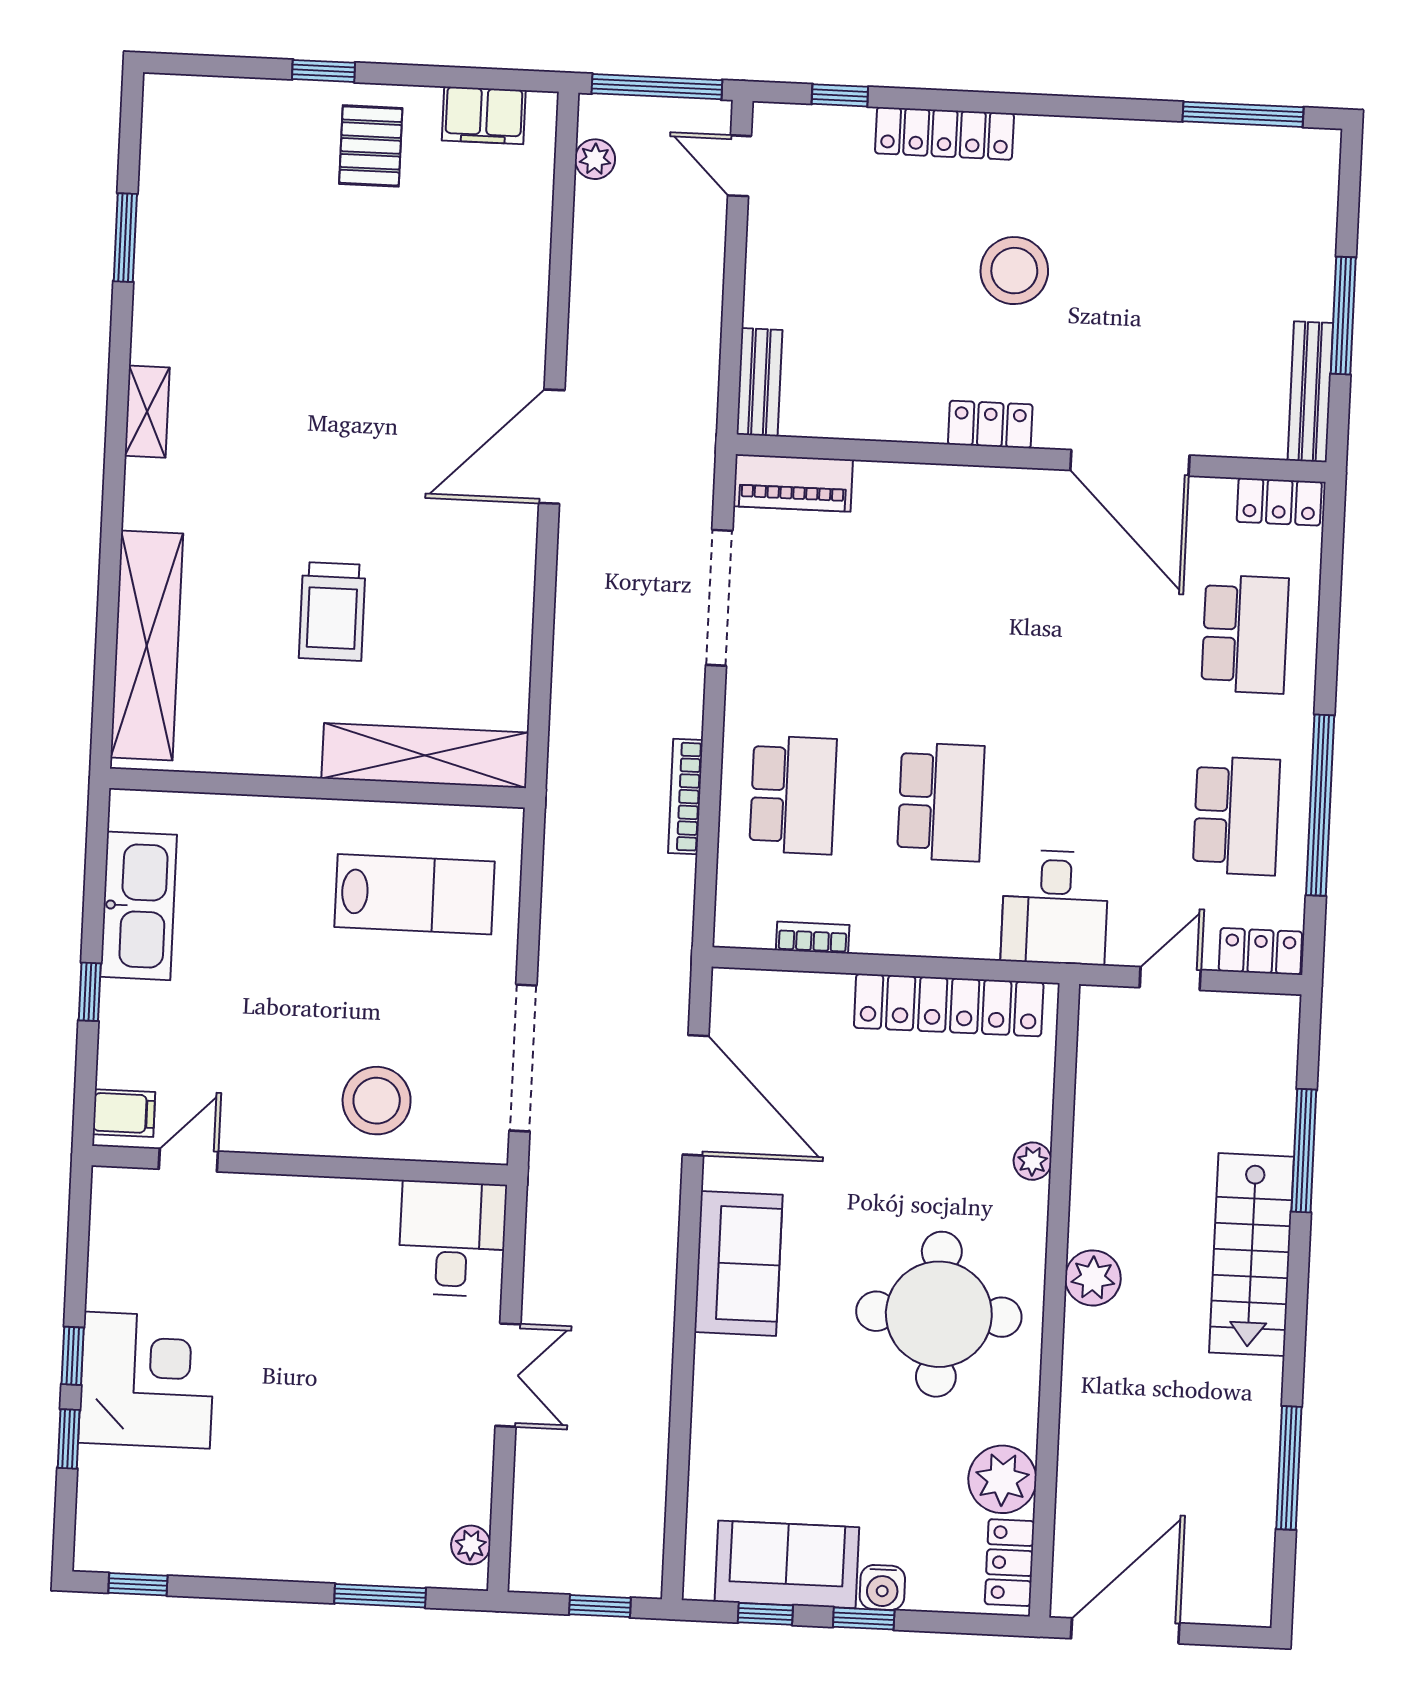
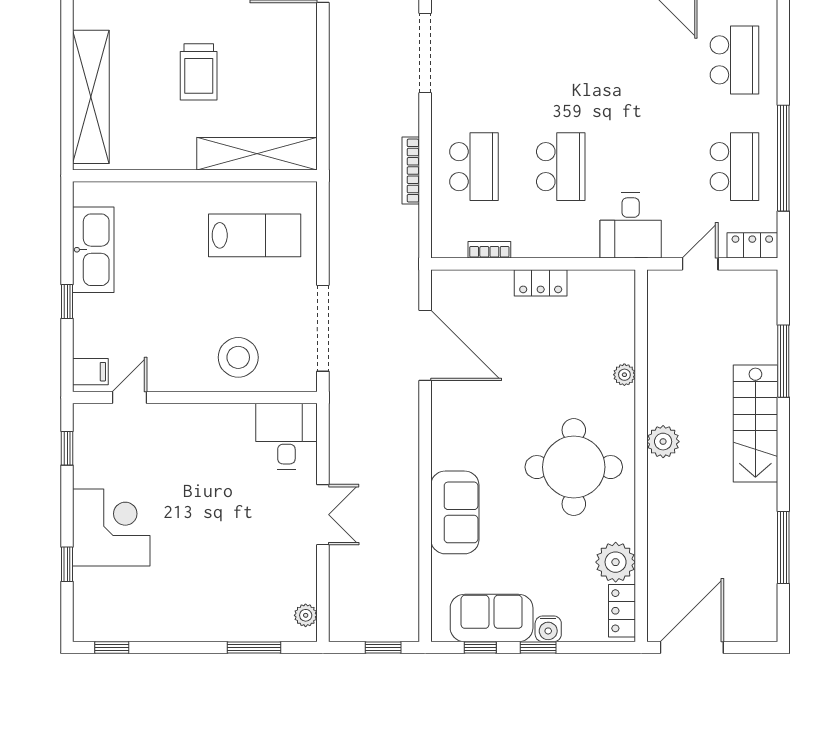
locker: (949, 1005) -> (541, 283), width x0.46, depth x0.83
sofa: (738, 1263) -> (455, 512), moved
window: (73, 1356) -> (67, 448), moved

